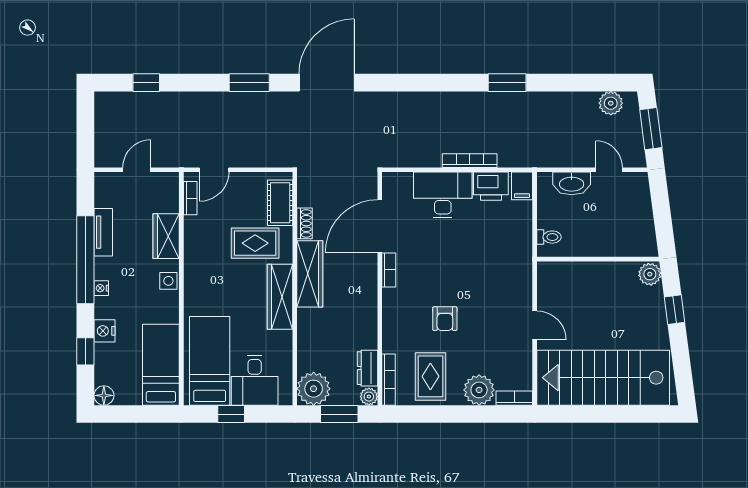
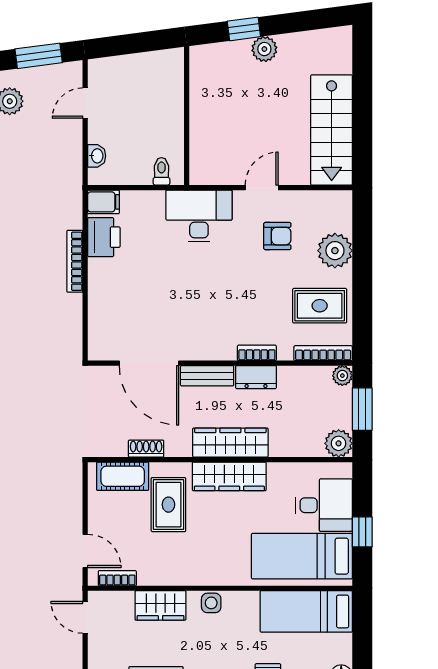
door: (137, 170) -> (85, 617), moved
washbasin: (572, 183) -> (97, 156), width x0.52, depth x0.69
desk: (443, 195) -> (199, 216), moved, turned 90
bookcase: (389, 270) -> (257, 353), moved
wardrobe: (310, 274) -> (230, 443), moved
plant: (650, 274) -> (264, 49), moved
bench: (369, 277) -> (207, 376), added
armchair: (445, 319) -> (277, 236), moved
dresser: (368, 368) -> (256, 377), moved
stairs: (603, 378) -> (332, 130), width x0.73, depth x0.66
plant: (314, 389) -> (339, 443), width x0.73, depth x0.73
bookcase: (514, 398) -> (344, 211), removed

